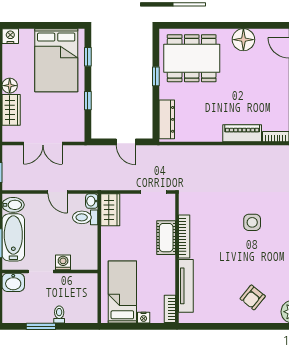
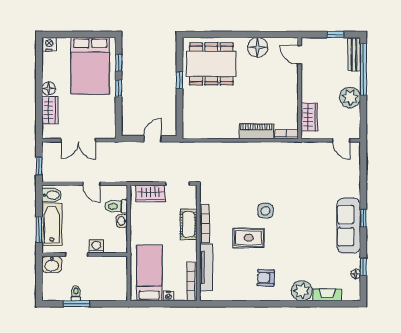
window: (88, 101) -> (119, 88), moved
dresser: (167, 119) -> (189, 119), removed
door: (126, 142) -> (153, 139), swing flipped
washbasin: (92, 201) -> (122, 221), moved
wardrobe: (110, 210) -> (150, 193), moved, turned 90
rug: (233, 253) -> (249, 238), added
armchair: (253, 297) -> (266, 278), turned 53
bookcase: (170, 309) -> (192, 281), width x1.56
toilet: (59, 315) -> (76, 293), moved

